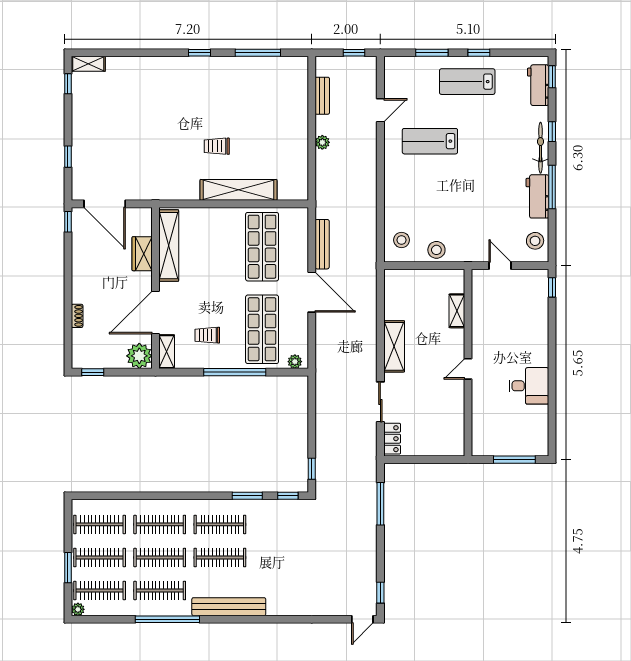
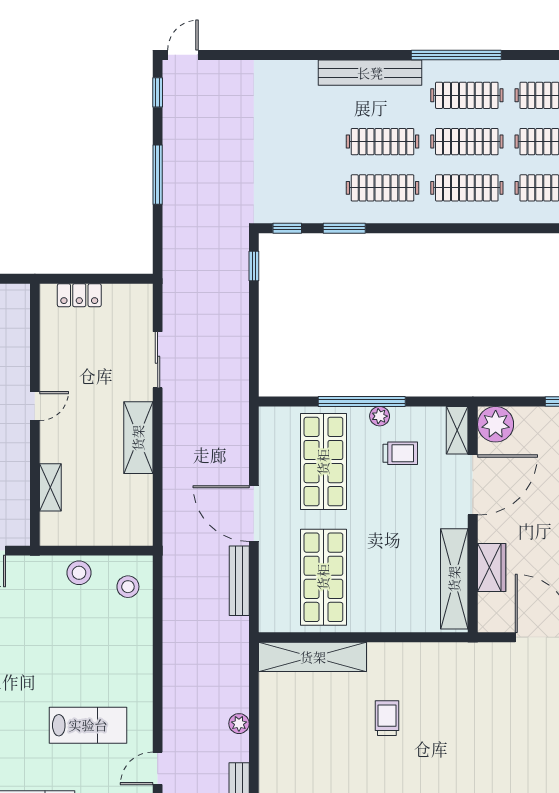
trolley: (217, 146) -> (387, 718), turned -90
shelving: (238, 190) -> (313, 657), moved
plant: (295, 362) -> (380, 416), moved
locker: (392, 439) -> (79, 295), moved, turned -90
window: (380, 504) -> (158, 175), moved

